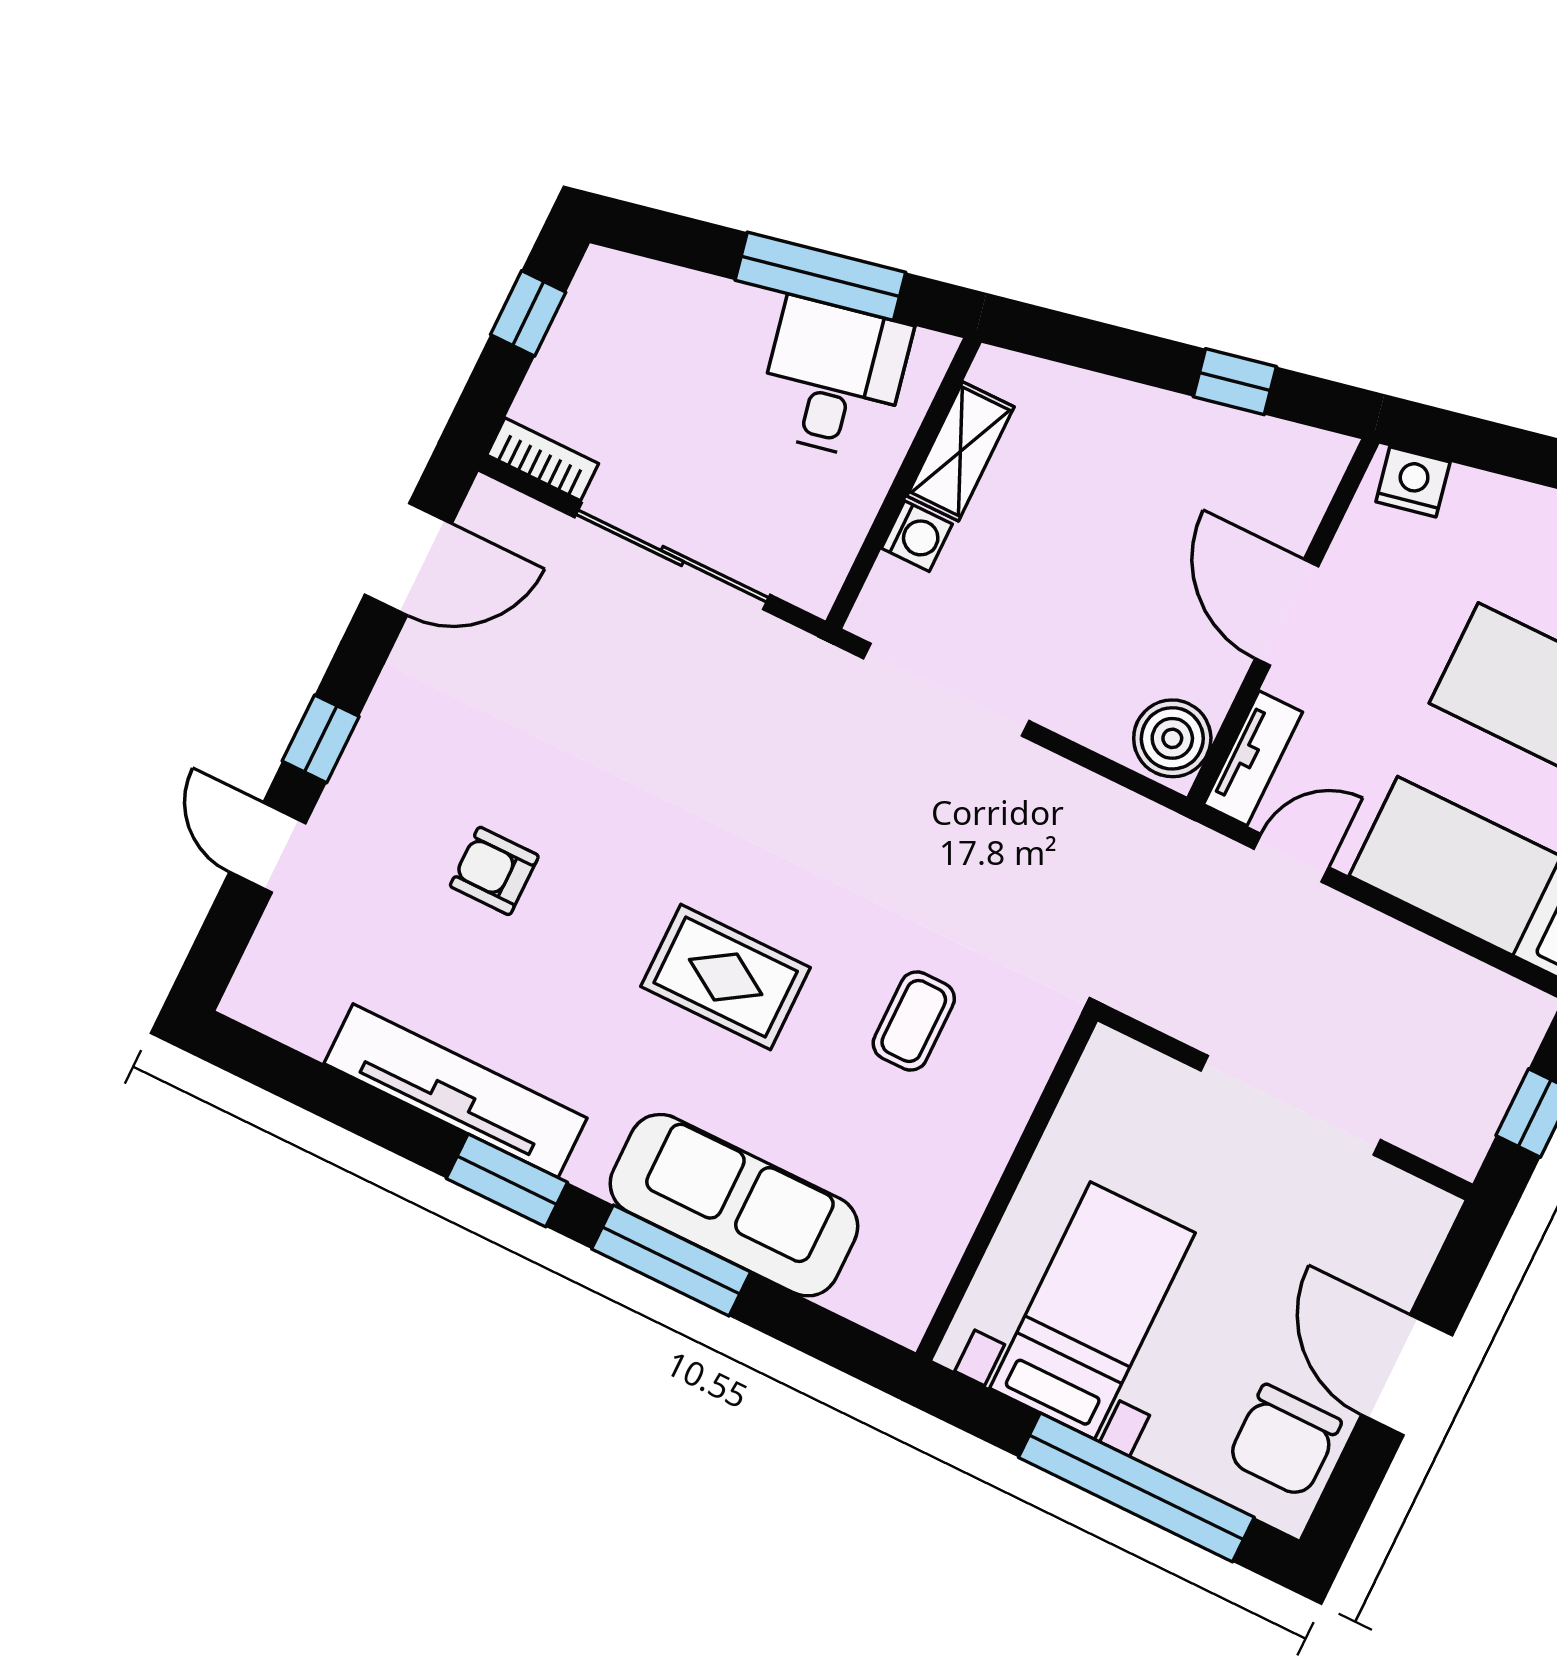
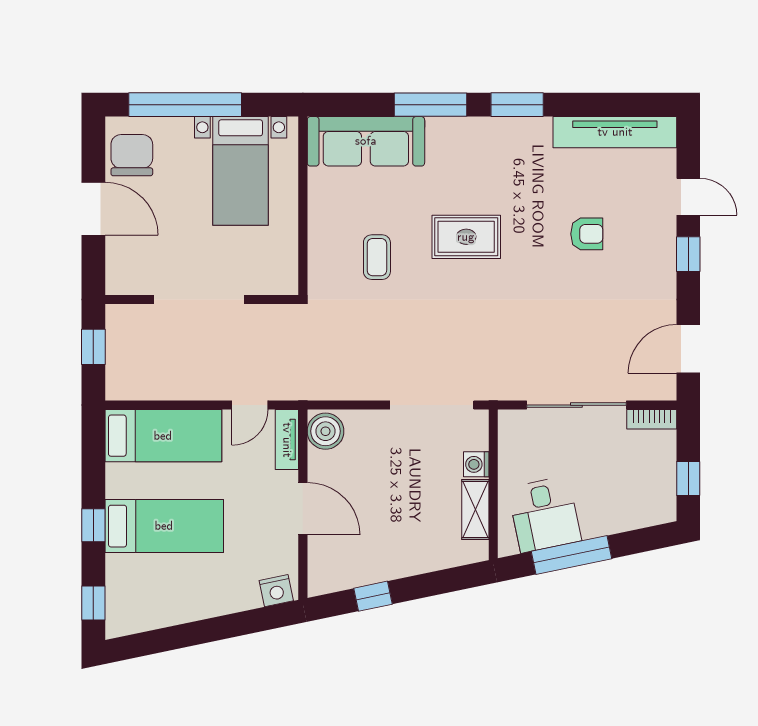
tv unit: (456, 1091) -> (615, 132), moved
sofa: (734, 1205) -> (366, 141), moved

